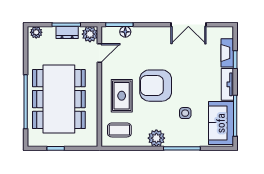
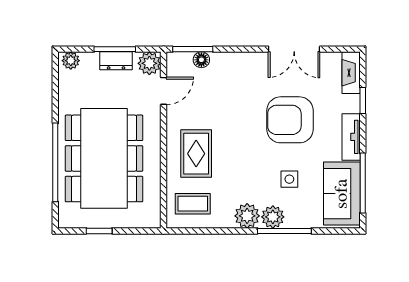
fireplace: (227, 53) -> (351, 73), moved
armchair: (156, 86) -> (290, 120), moved
plant: (174, 139) -> (273, 217), added

